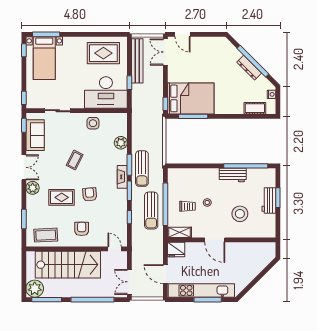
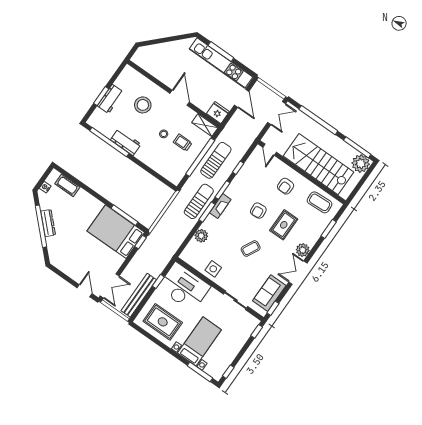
bed with nightstands: (44, 58) -> (199, 341), moved
rug: (62, 197) -> (284, 225), turned 90

